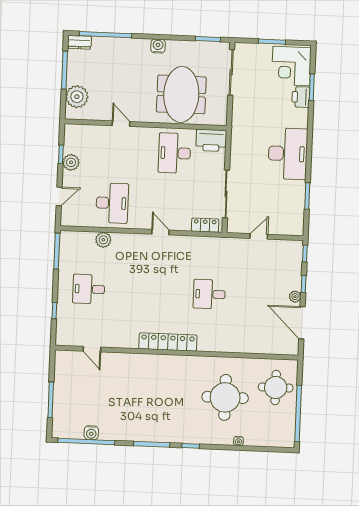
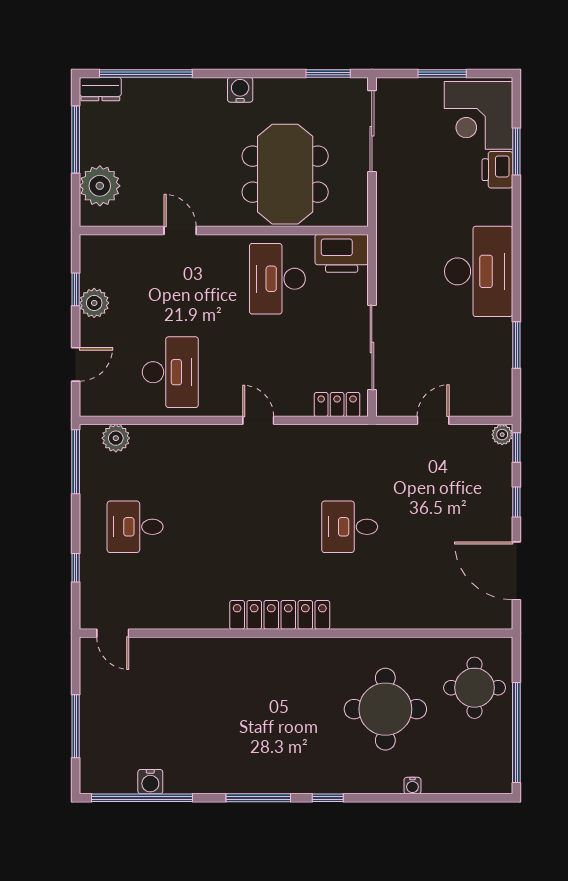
plant: (103, 240) -> (116, 438), moved
plant: (295, 297) -> (502, 435), moved
door: (92, 349) -> (113, 633), moved

